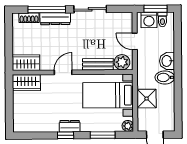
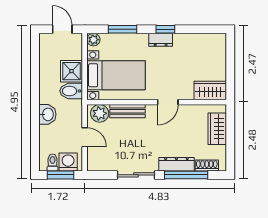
wardrobe: (26, 63) -> (217, 129), moved, turned 90
bidet: (165, 77) -> (71, 91), moved, turned 180

